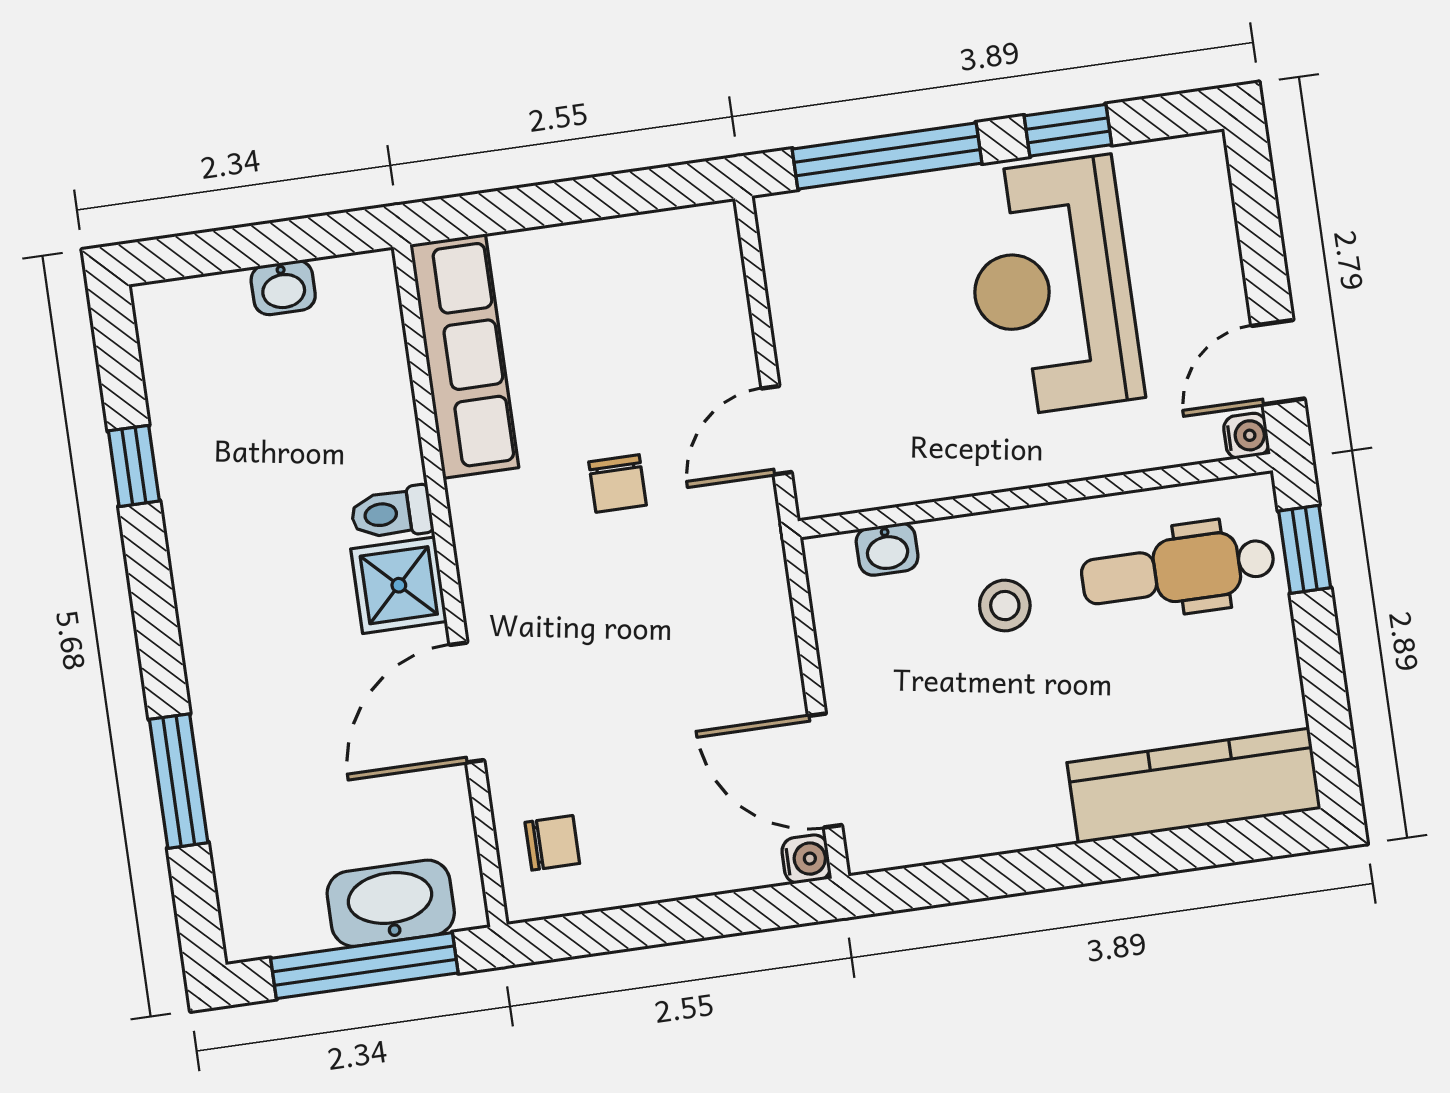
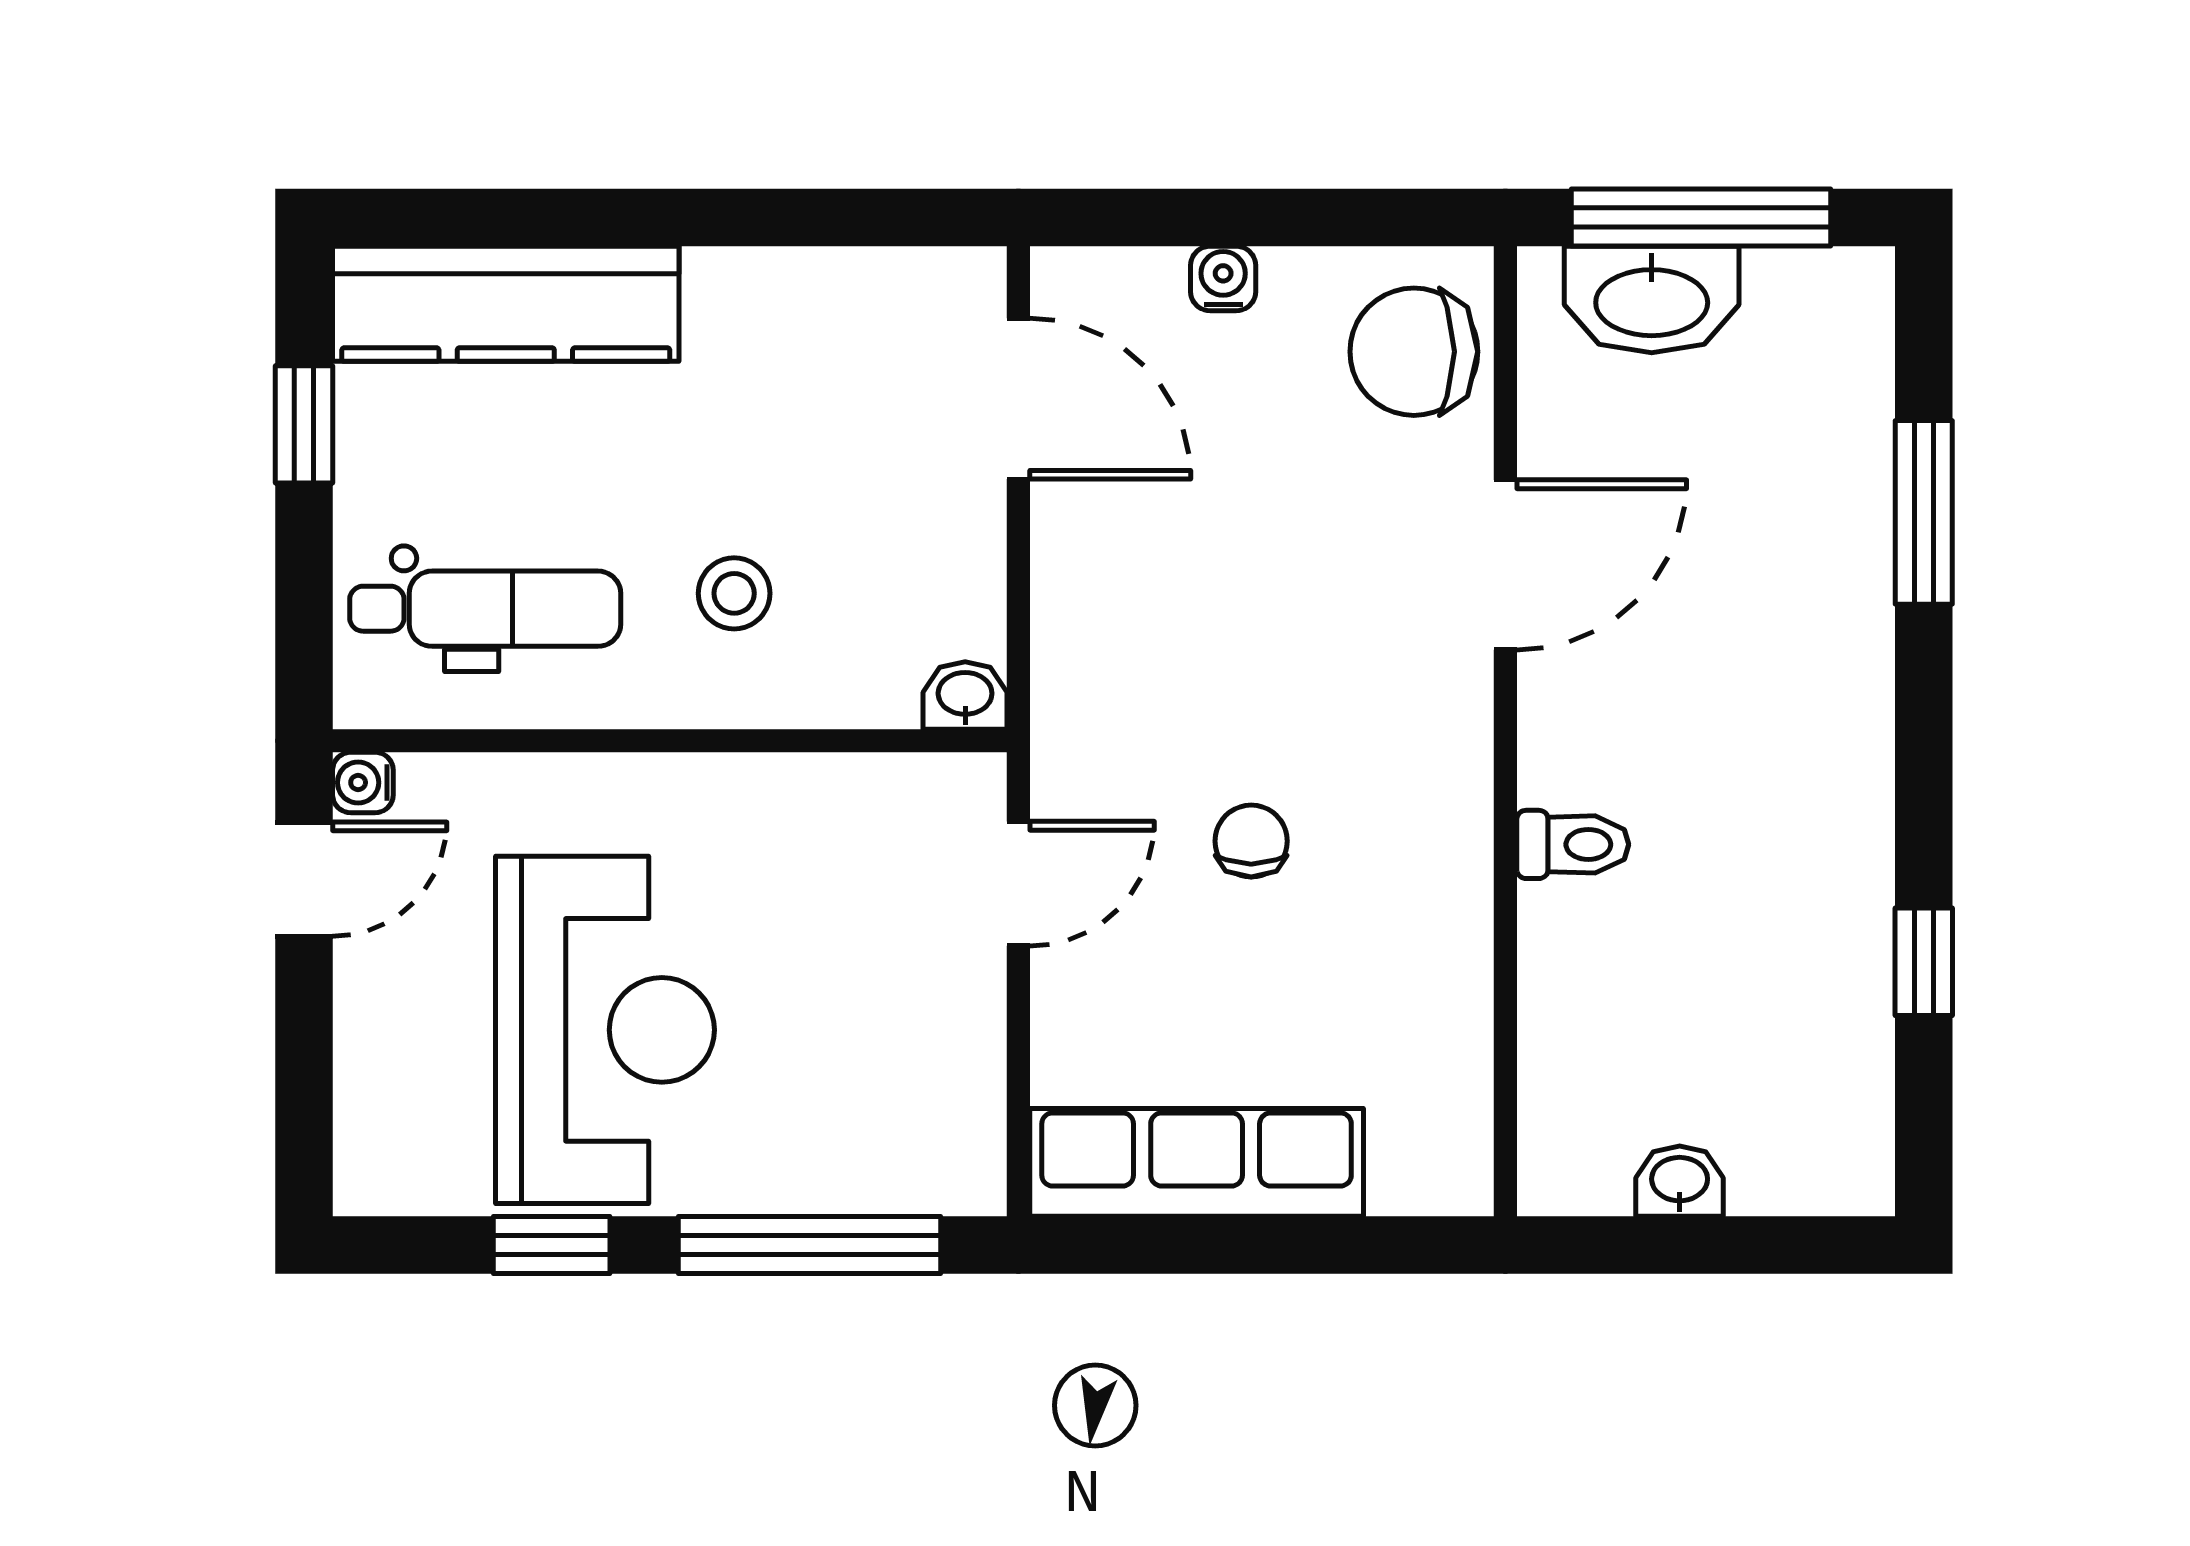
row of seats: (464, 356) -> (1197, 1162), moved, turned 90
washbasin: (887, 549) -> (965, 695), moved
window: (1305, 549) -> (304, 424), moved
shower: (399, 585) -> (1577, 742), removed
chair: (552, 843) -> (1414, 352), width x1.87, depth x1.87
water cooler: (806, 859) -> (1223, 279), moved, turned 90

